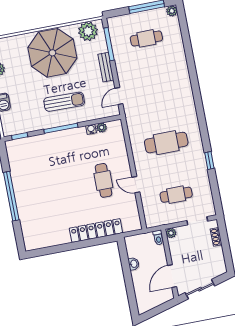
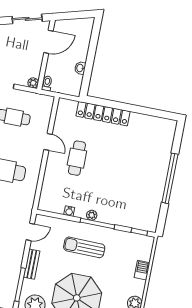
plant: (102, 128) -> (92, 215), moved

